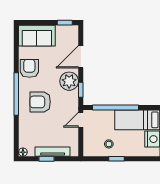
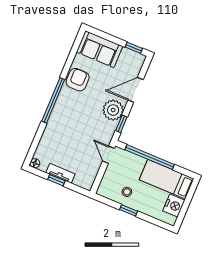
armchair: (40, 102) -> (74, 119), removed
door: (81, 120) -> (108, 155), hinge flipped
tv unit: (53, 152) -> (60, 173), width x0.71

